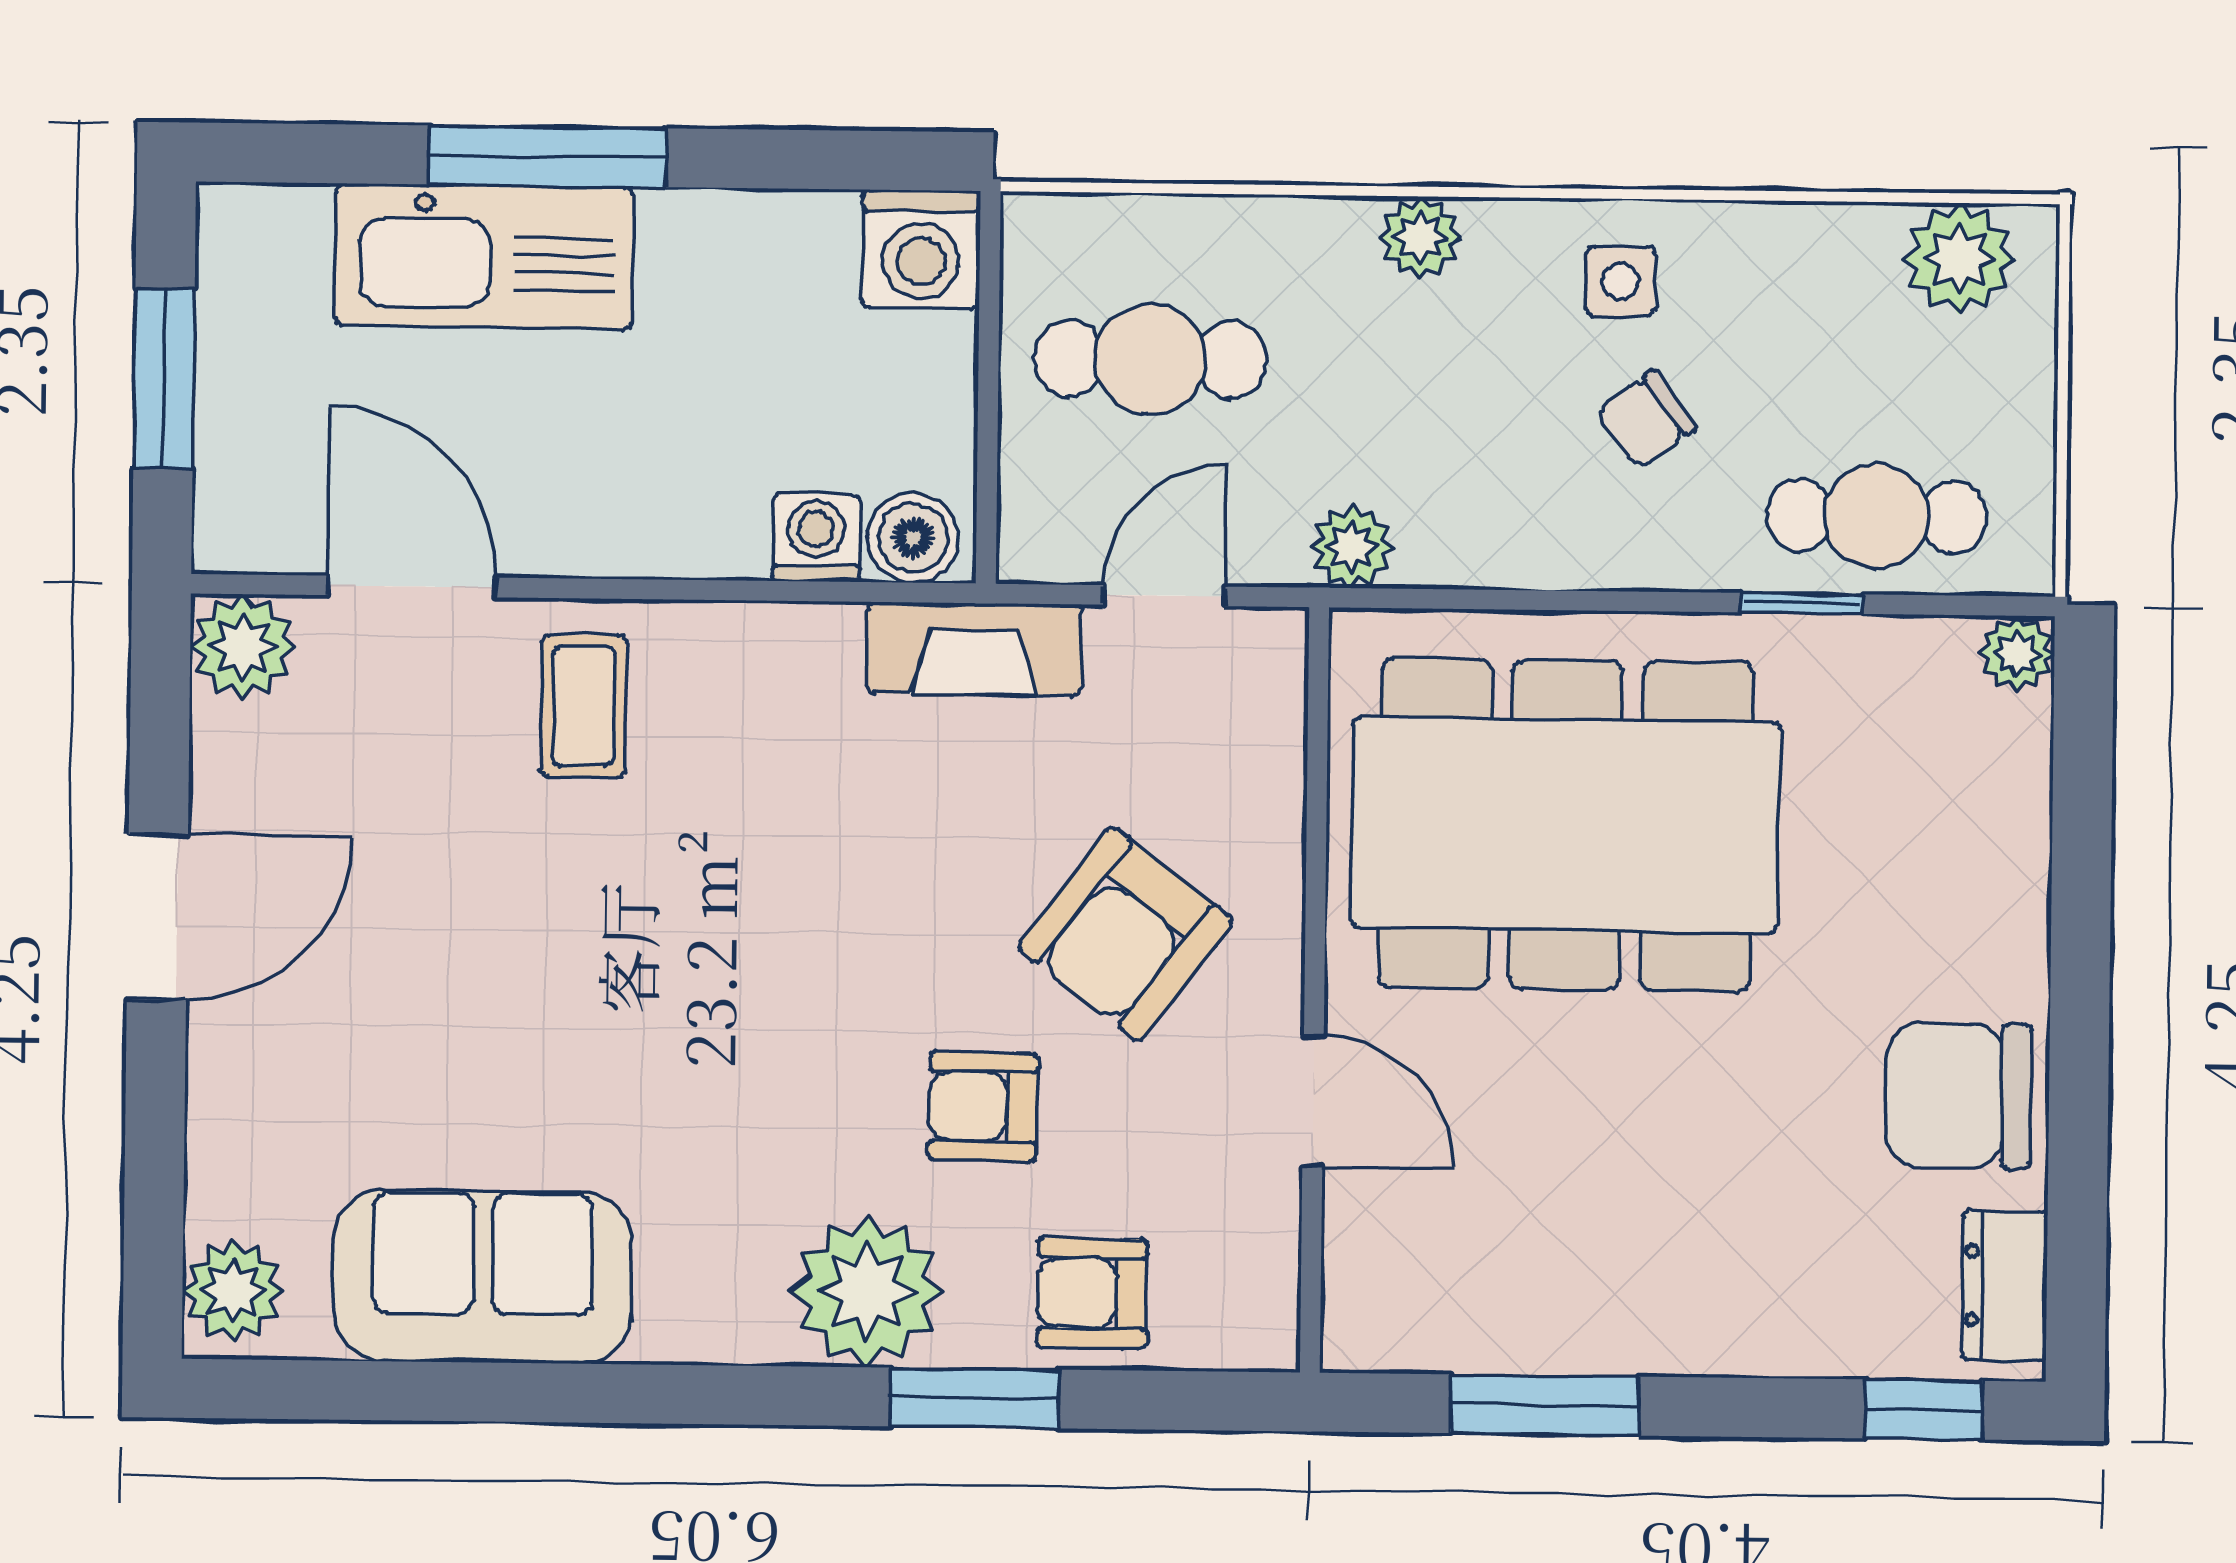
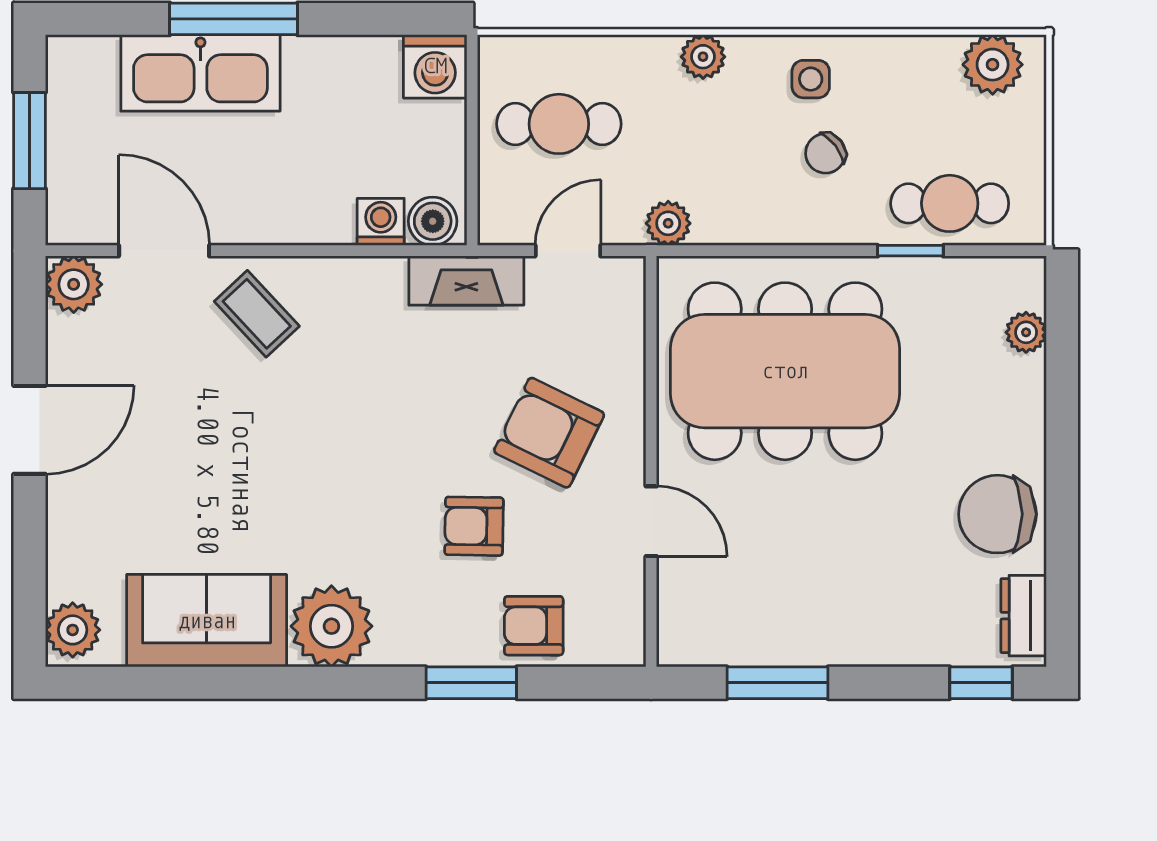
plant: (2017, 654) -> (1026, 332), moved
coffee table: (583, 706) -> (257, 314), turned -43
armchair: (1125, 934) -> (549, 433), turned 79
plant: (867, 1291) -> (331, 626), moved

